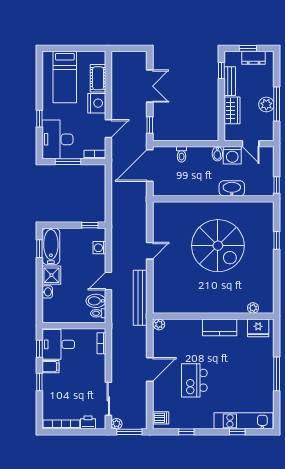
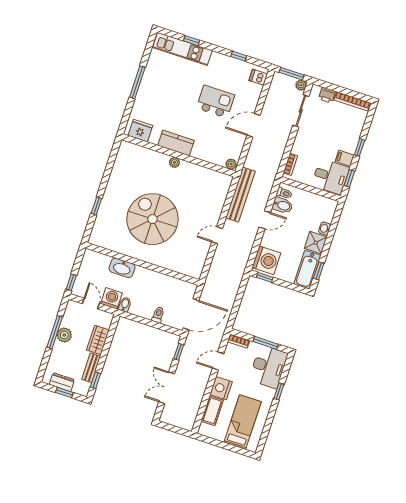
window: (277, 185) -> (71, 282), moved
washing machine: (99, 248) -> (266, 260), width x1.89, depth x1.89
plant: (253, 308) -> (174, 162), moved
kitchen island: (194, 380) -> (216, 102), turned -90

